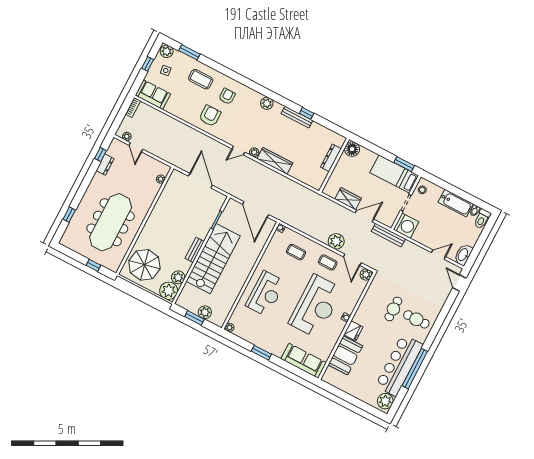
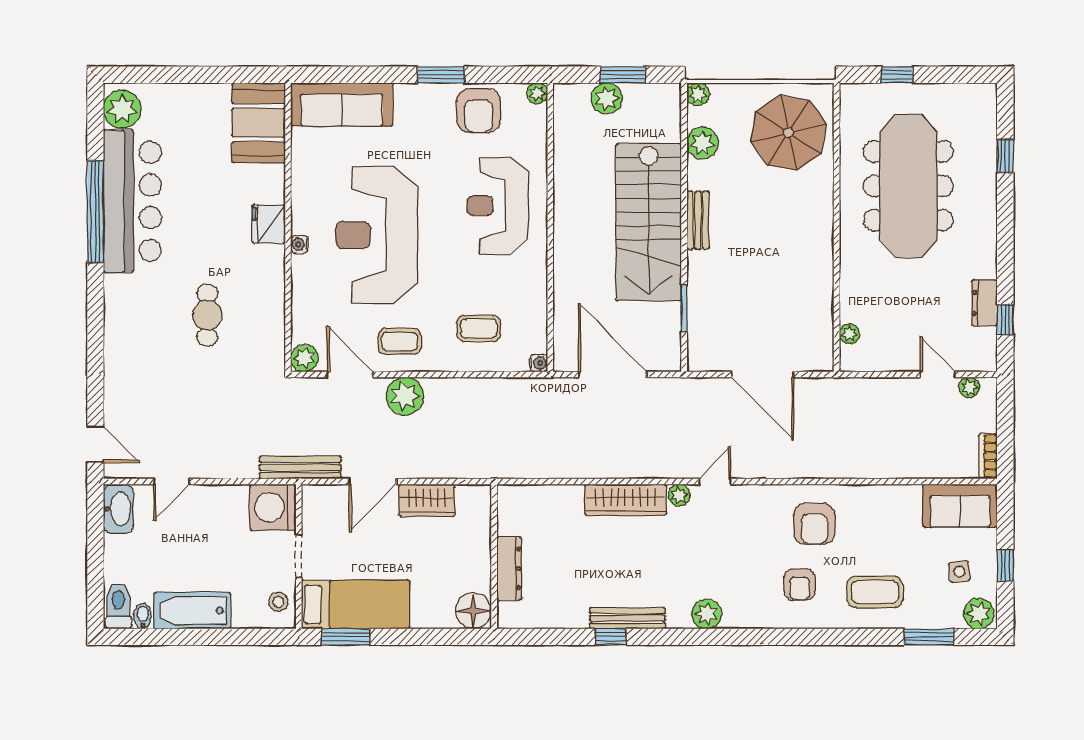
plant: (169, 291) -> (698, 94), width x0.53, depth x0.53
cafe table: (416, 319) -> (147, 319), removed
armchair: (254, 332) -> (479, 111), added
booth: (345, 355) -> (259, 123), moved

